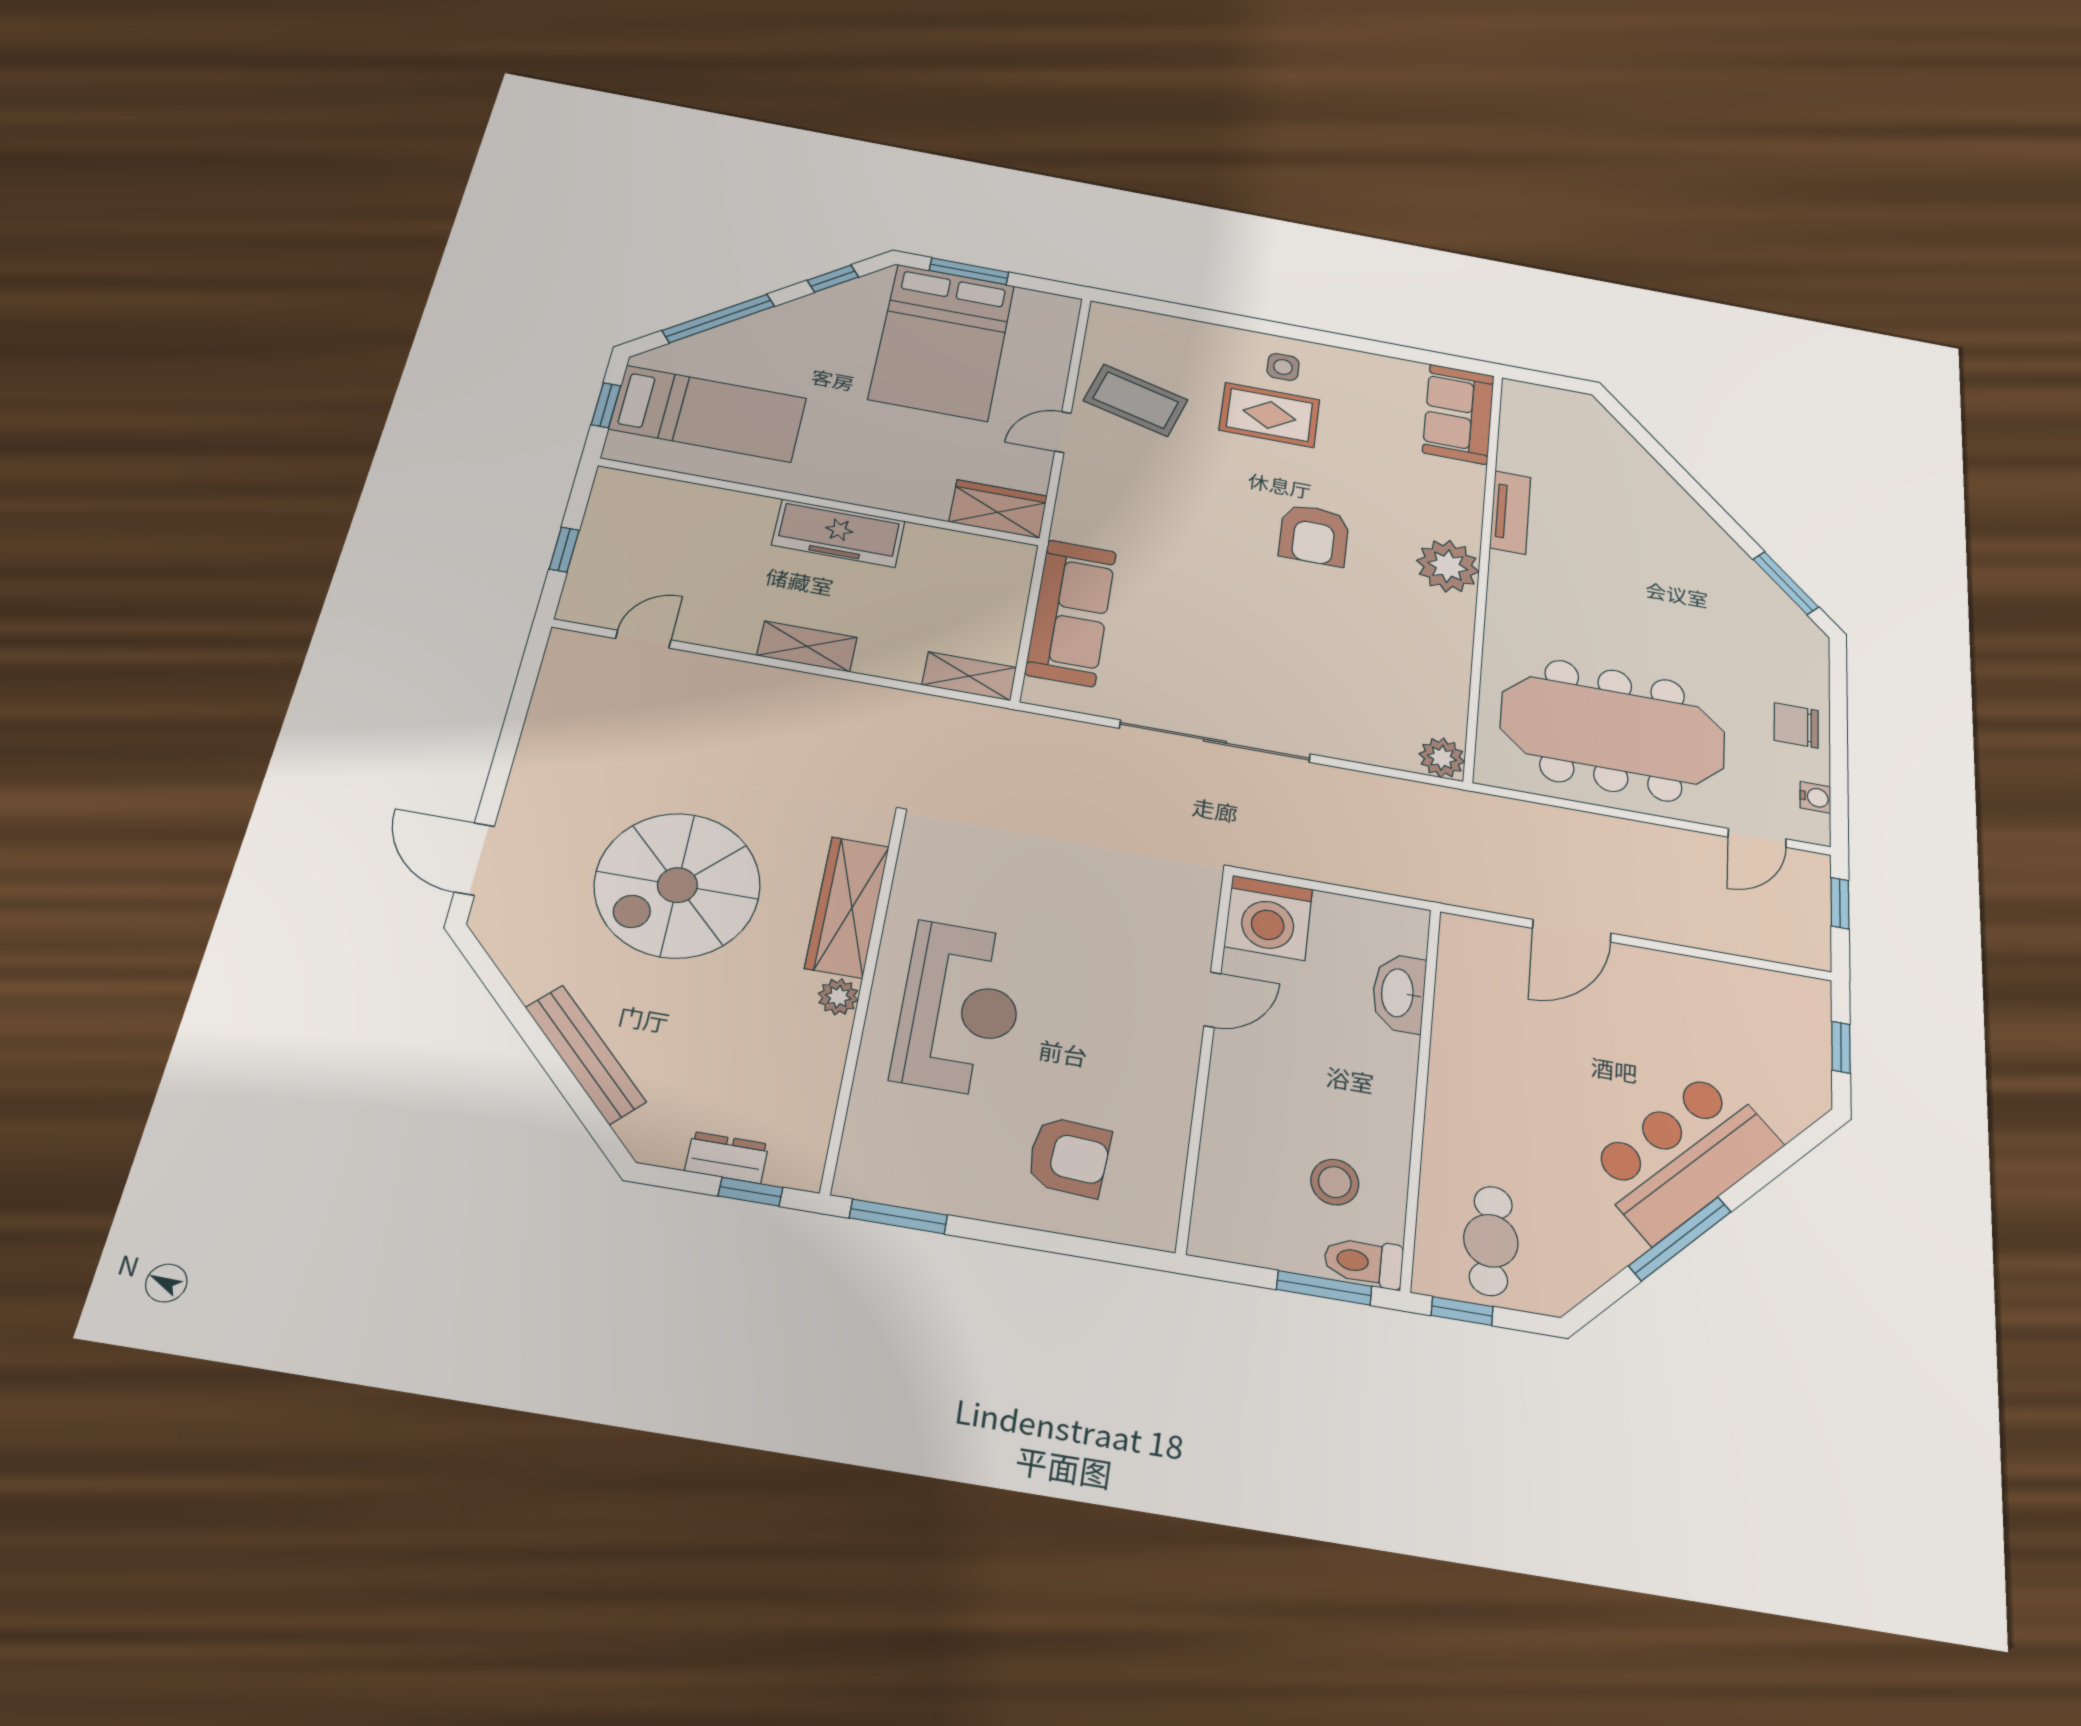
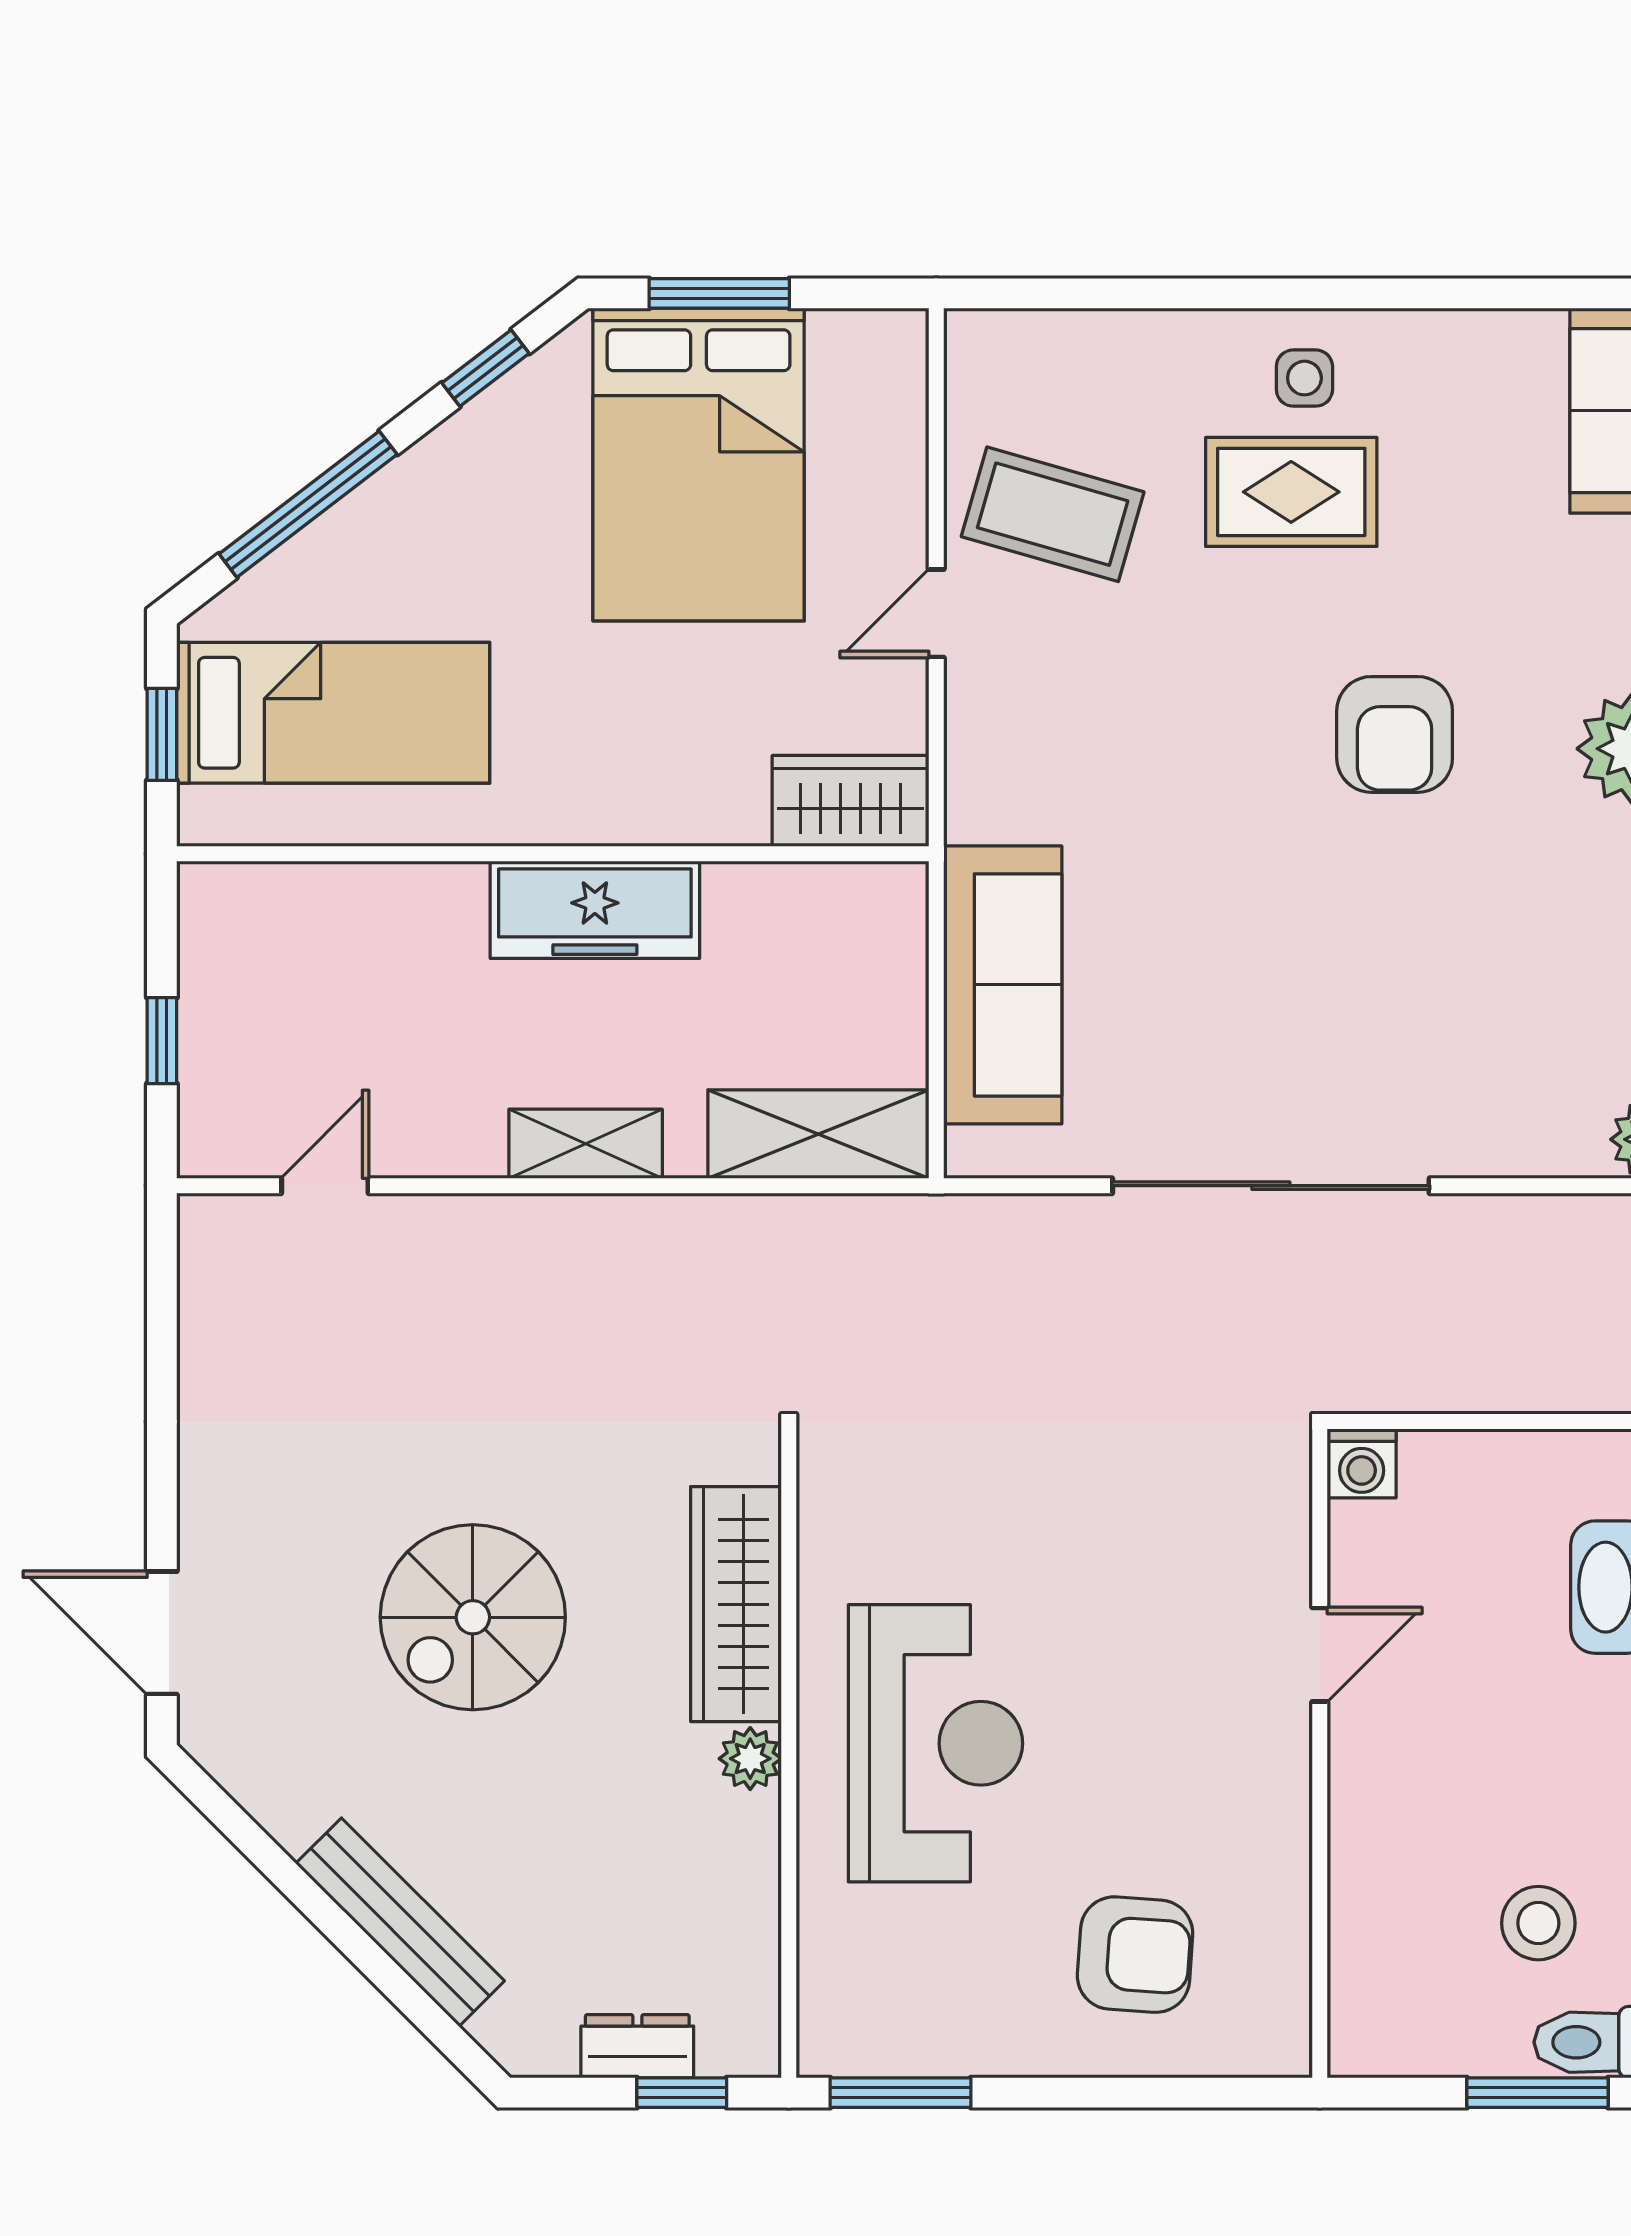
shelving: (969, 676) -> (818, 1134), width x1.50, depth x1.33
spiral stairs: (677, 885) -> (473, 1617), width x0.73, depth x0.73
washing machine: (1268, 918) -> (1362, 1463), width x0.53, depth x0.53

